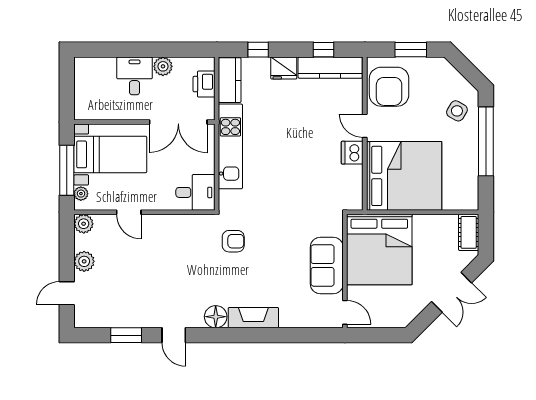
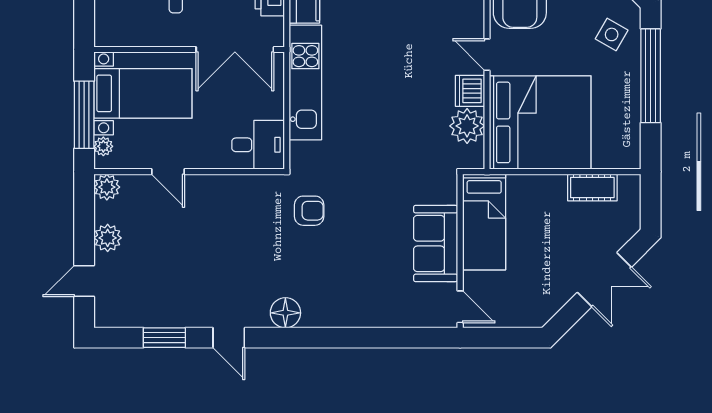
plant: (350, 179) -> (467, 126), added
cot: (469, 232) -> (592, 187), moved, turned 90
bed: (379, 250) -> (484, 222), width x0.49
fireplace: (253, 318) -> (336, 314), removed

